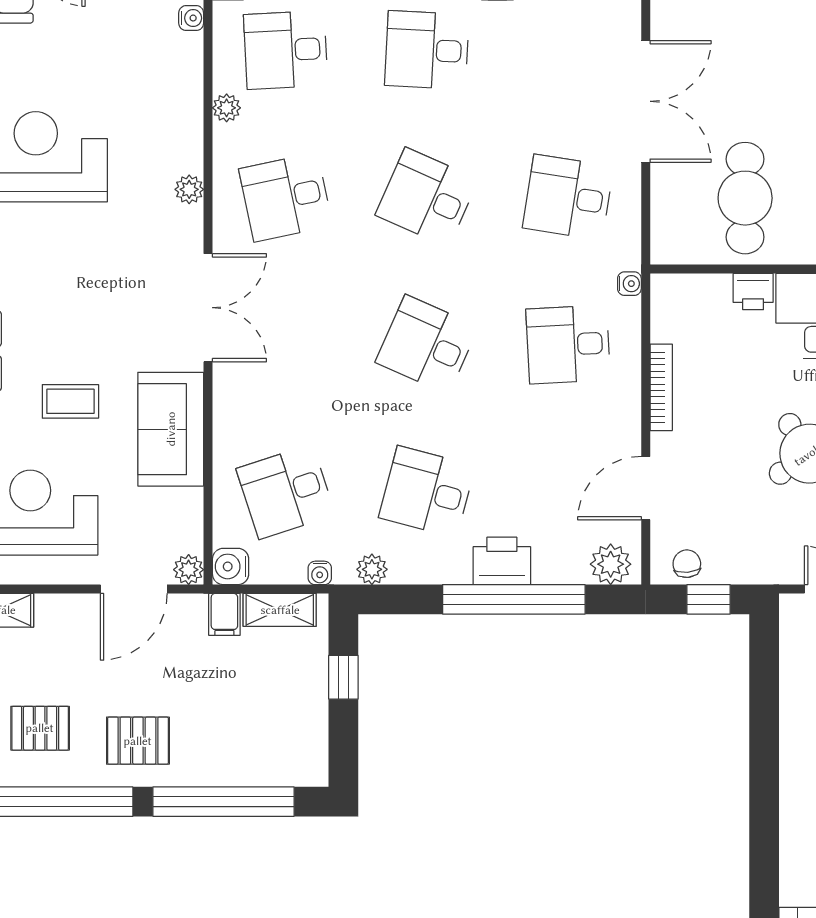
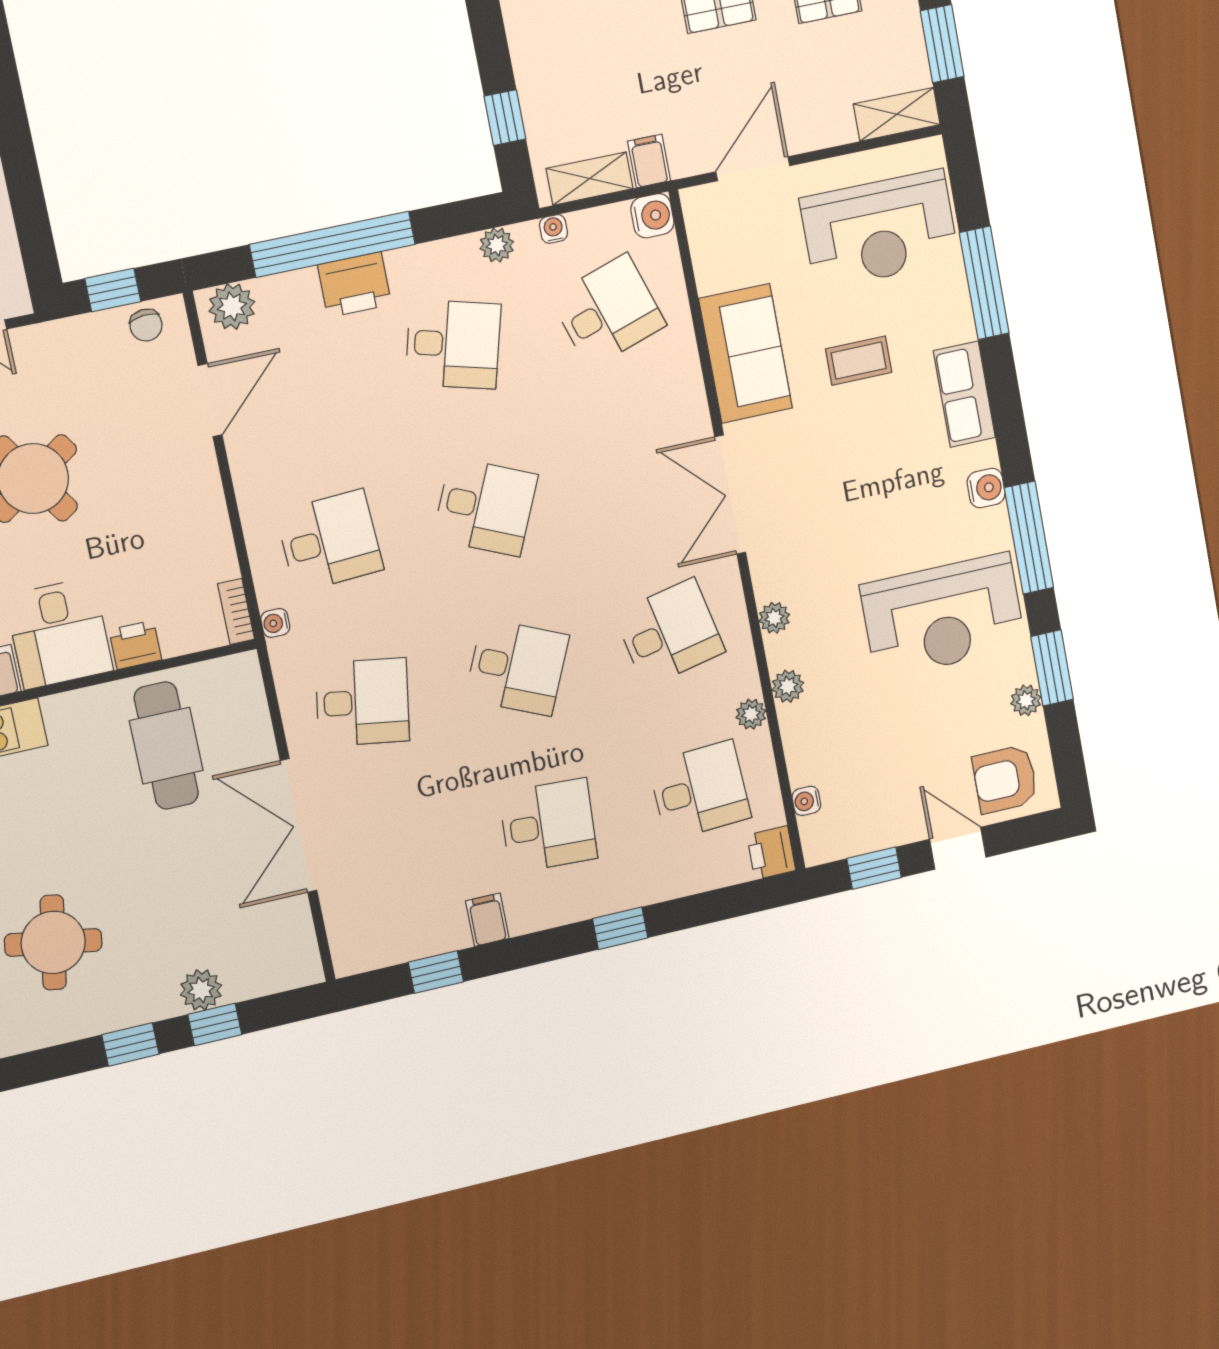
bookcase: (661, 387) -> (236, 612), moved, width x0.64
plant: (189, 570) -> (788, 686), moved

